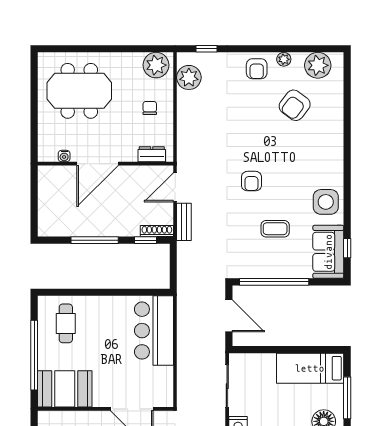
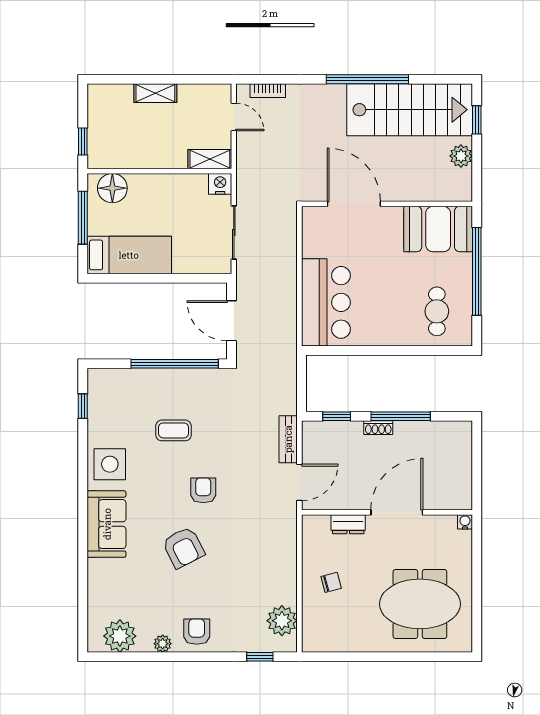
plant: (156, 65) -> (323, 636), removed
armchair: (295, 105) -> (183, 547), moved, turned 116
chair: (150, 108) -> (331, 582), turned -105
dresser: (152, 154) -> (348, 524), moved
water cooler: (64, 156) -> (465, 522), moved
shoe rack: (157, 231) -> (378, 428), moved, width x0.70
sofa: (328, 252) -> (107, 524), moved

